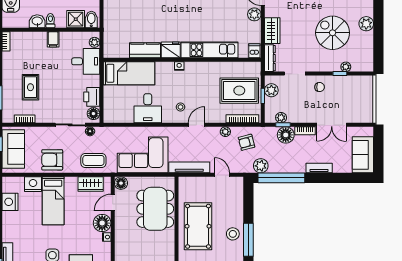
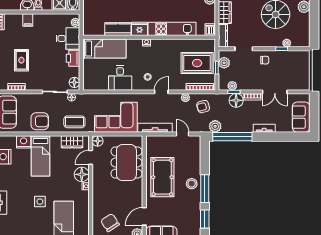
filing cabinet: (53, 39) -> (28, 20), moved
printer: (92, 97) -> (73, 58), moved
armchair: (52, 160) -> (40, 121), turned 180

